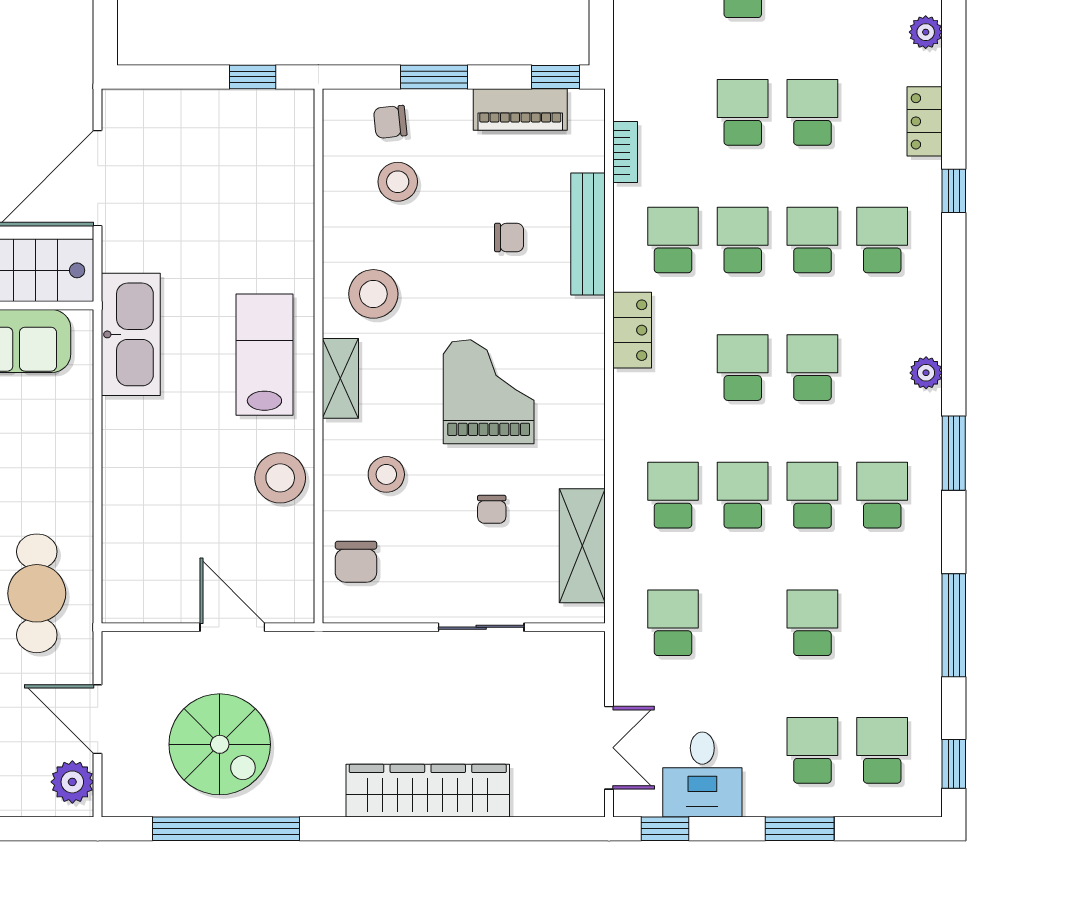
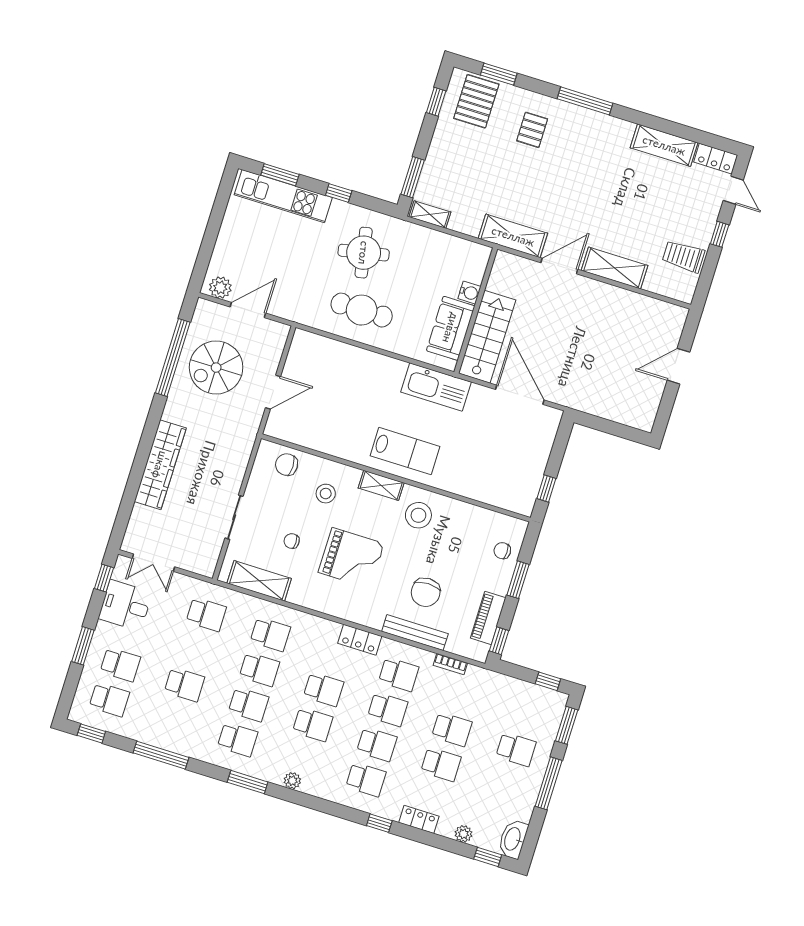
chair: (390, 122) -> (502, 551), turned -84
stool: (398, 182) -> (471, 545), removed
chair: (509, 237) -> (426, 592), width x1.87, depth x1.87
stool: (280, 478) -> (341, 440), removed
cafe table: (37, 593) -> (362, 310), moved

